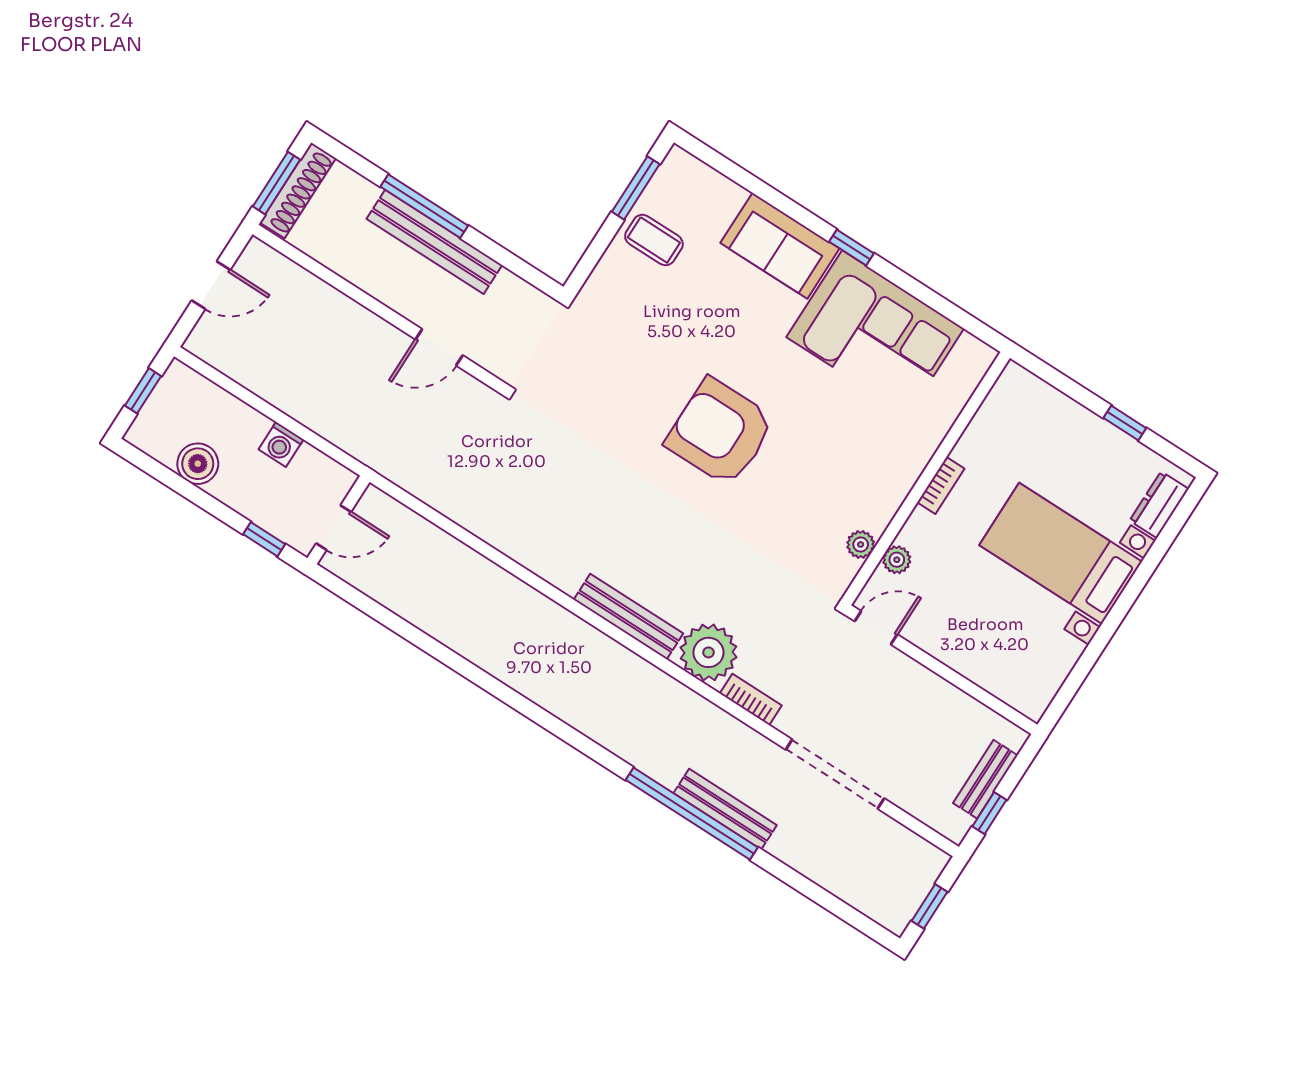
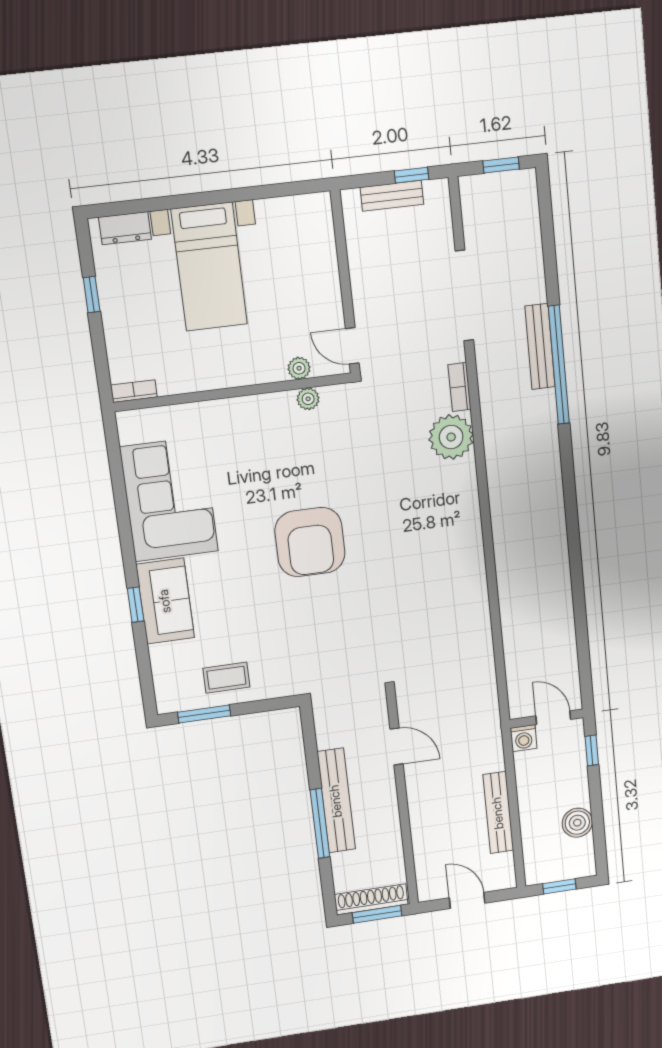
coffee table: (654, 240) -> (226, 678), turned 90
window: (852, 248) -> (136, 605), moved
washing machine: (281, 444) -> (524, 738), moved, turned 90
bookcase: (941, 485) -> (134, 391), moved
bench: (628, 617) -> (498, 813), moved

